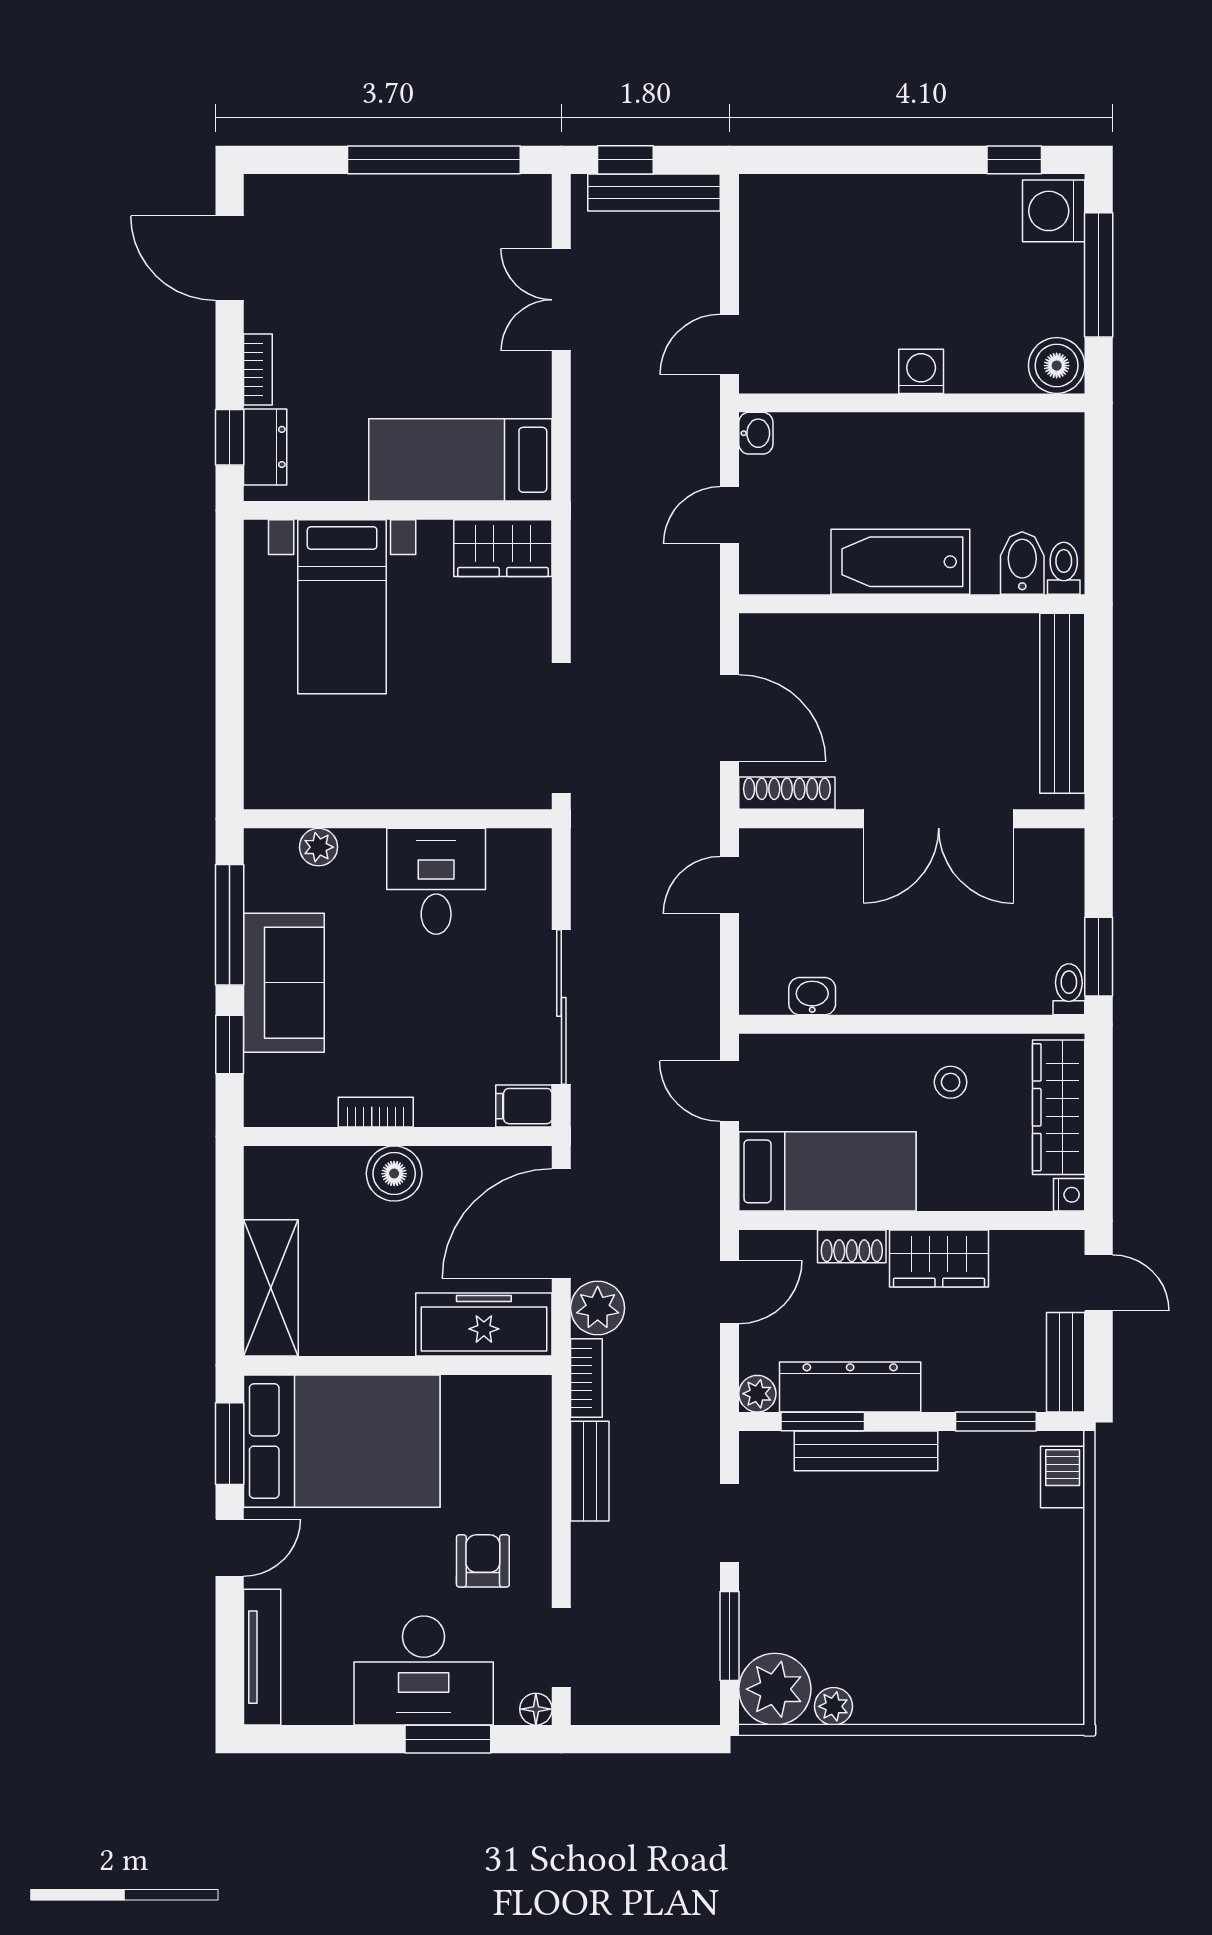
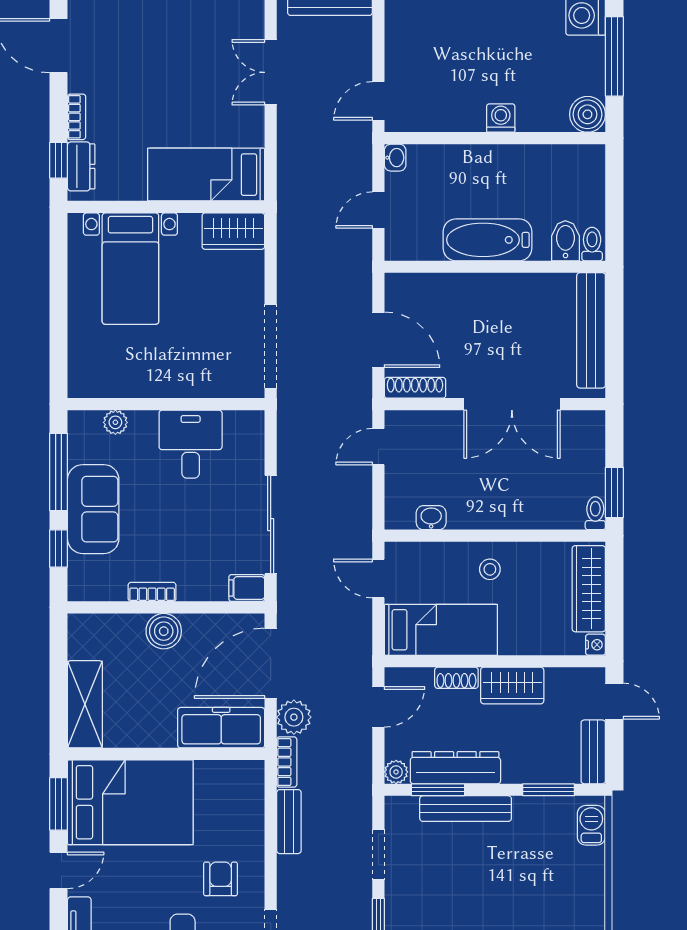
stool: (951, 1082) -> (490, 569), moved

